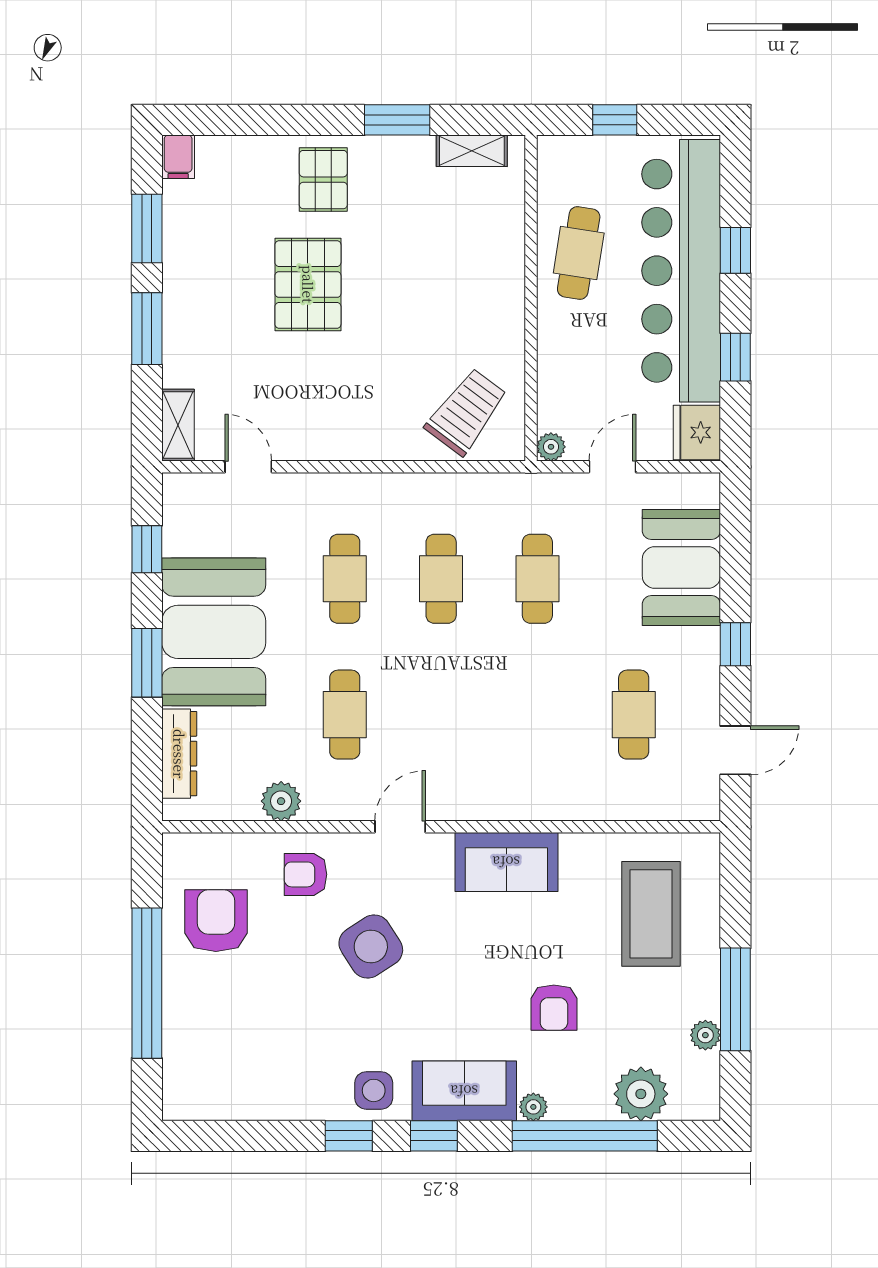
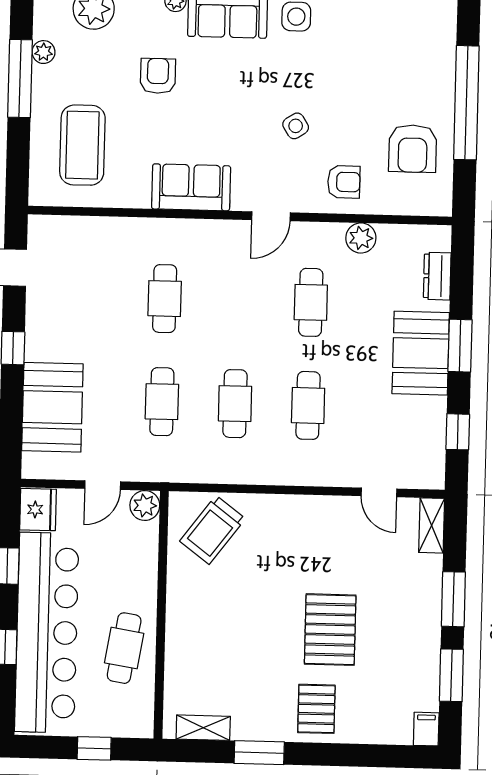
plant: (551, 447) -> (145, 505), width x1.38, depth x1.38
booth: (214, 632) -> (421, 353), width x0.73, depth x0.70
cafe table: (634, 715) -> (165, 299), moved
dresser: (179, 754) -> (437, 276), width x0.70
side table: (371, 947) -> (296, 126), width x0.54, depth x0.54

